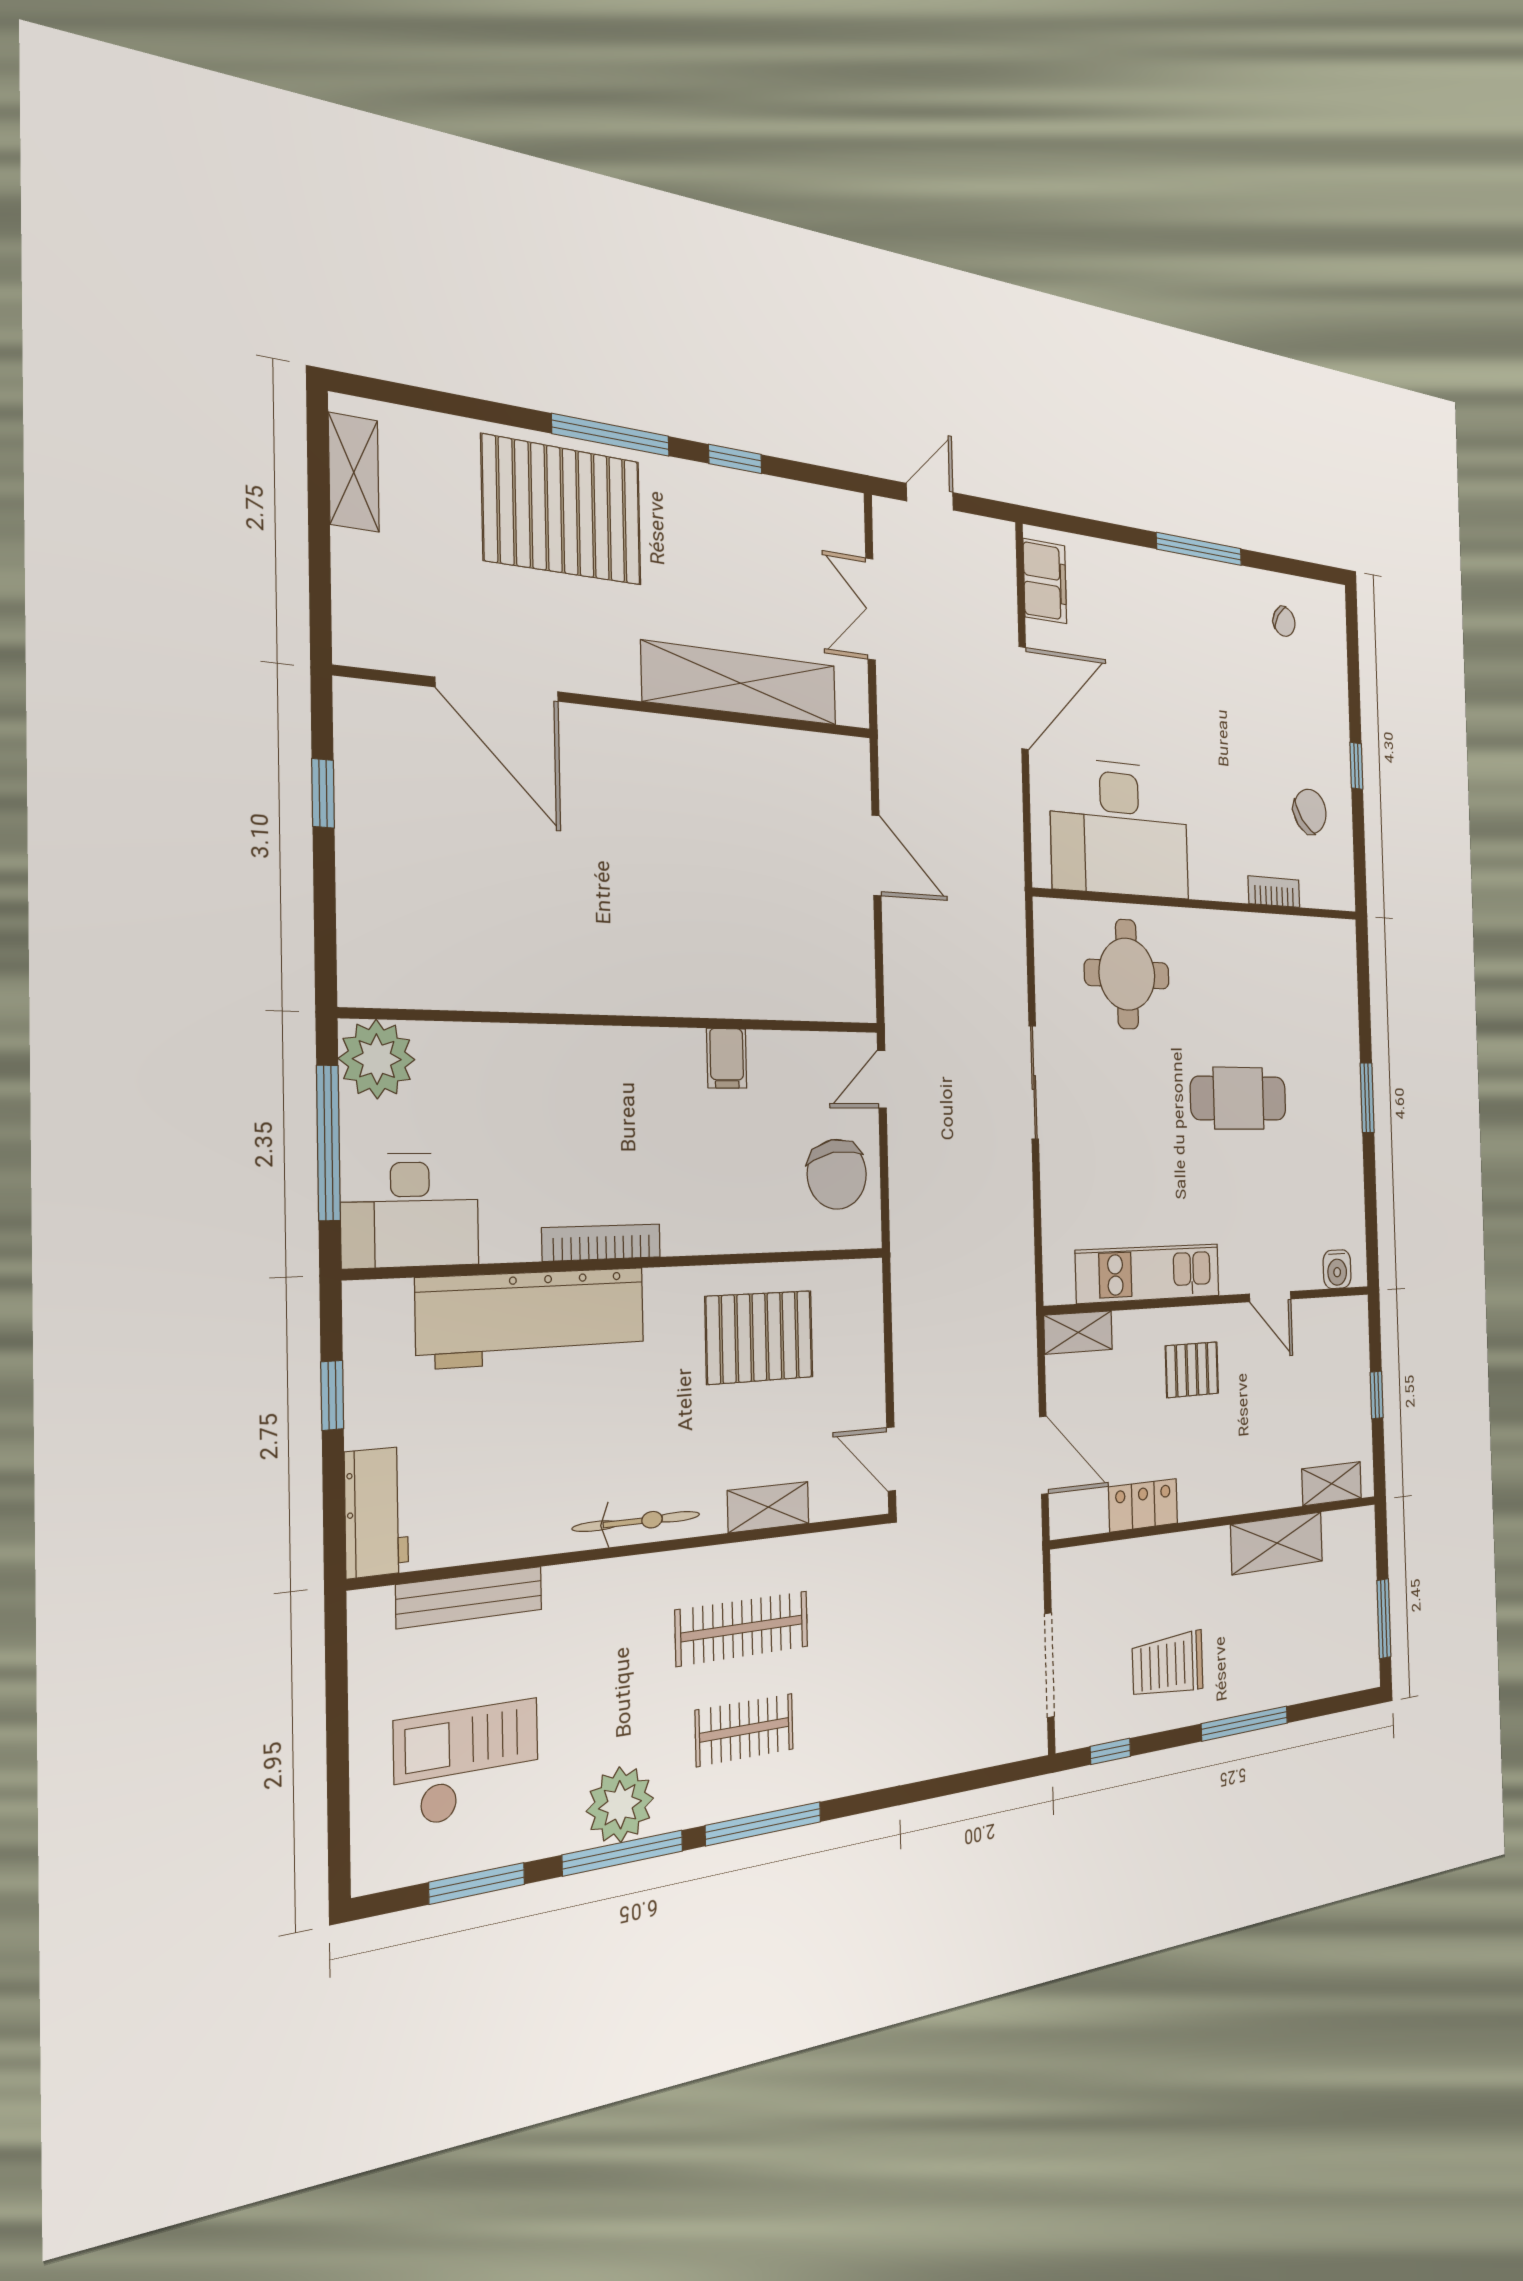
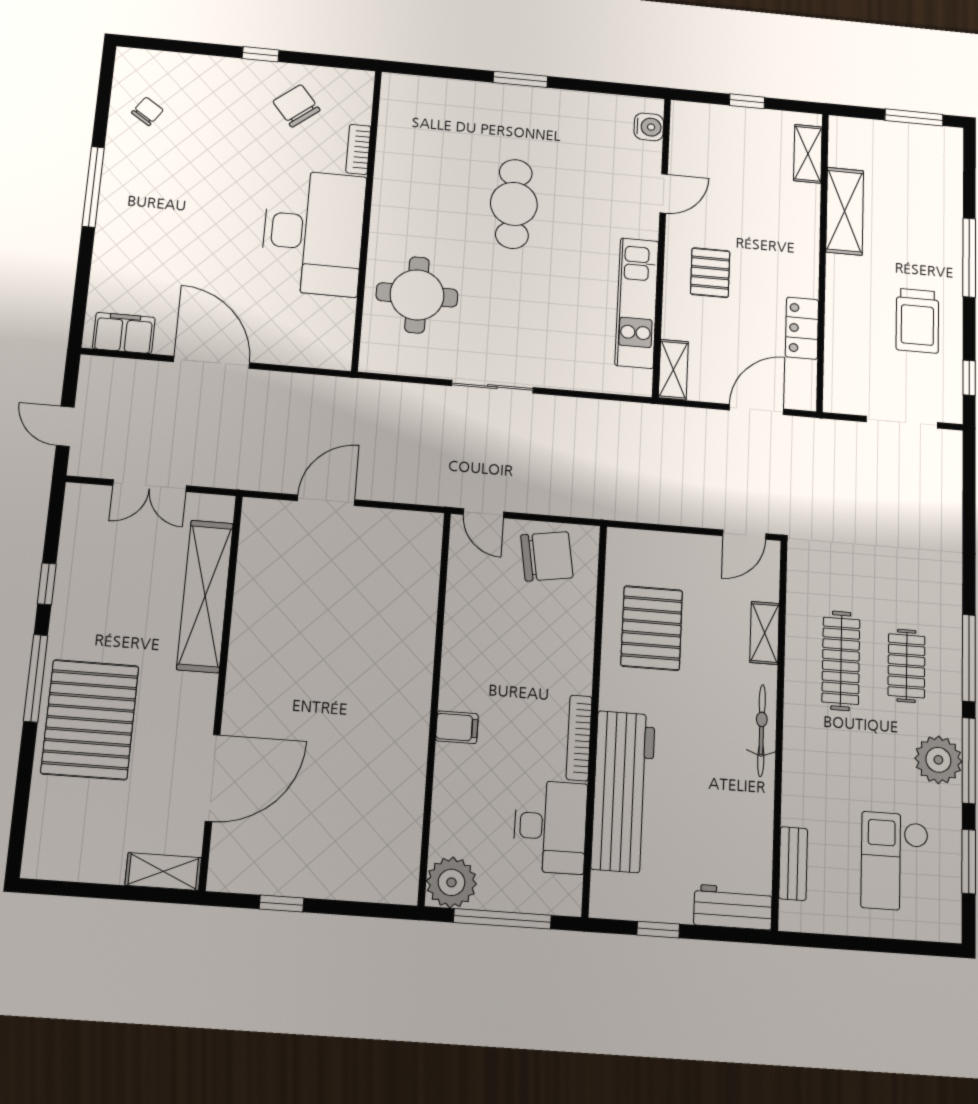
shelving: (354, 472) -> (163, 871), moved
desk: (1120, 828) -> (313, 233), moved
filing cabinet: (727, 1058) -> (457, 727), moved
desk: (410, 1210) -> (550, 827), moved
bench: (470, 1597) -> (793, 863), width x0.73

